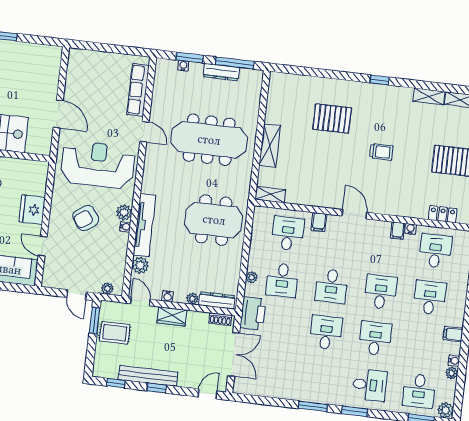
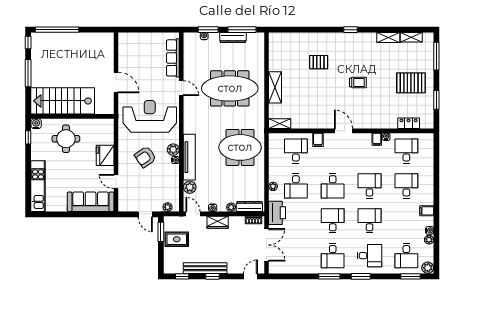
pallet: (332, 119) -> (319, 62), width x0.67, depth x0.71
desk: (320, 379) -> (333, 256), added

